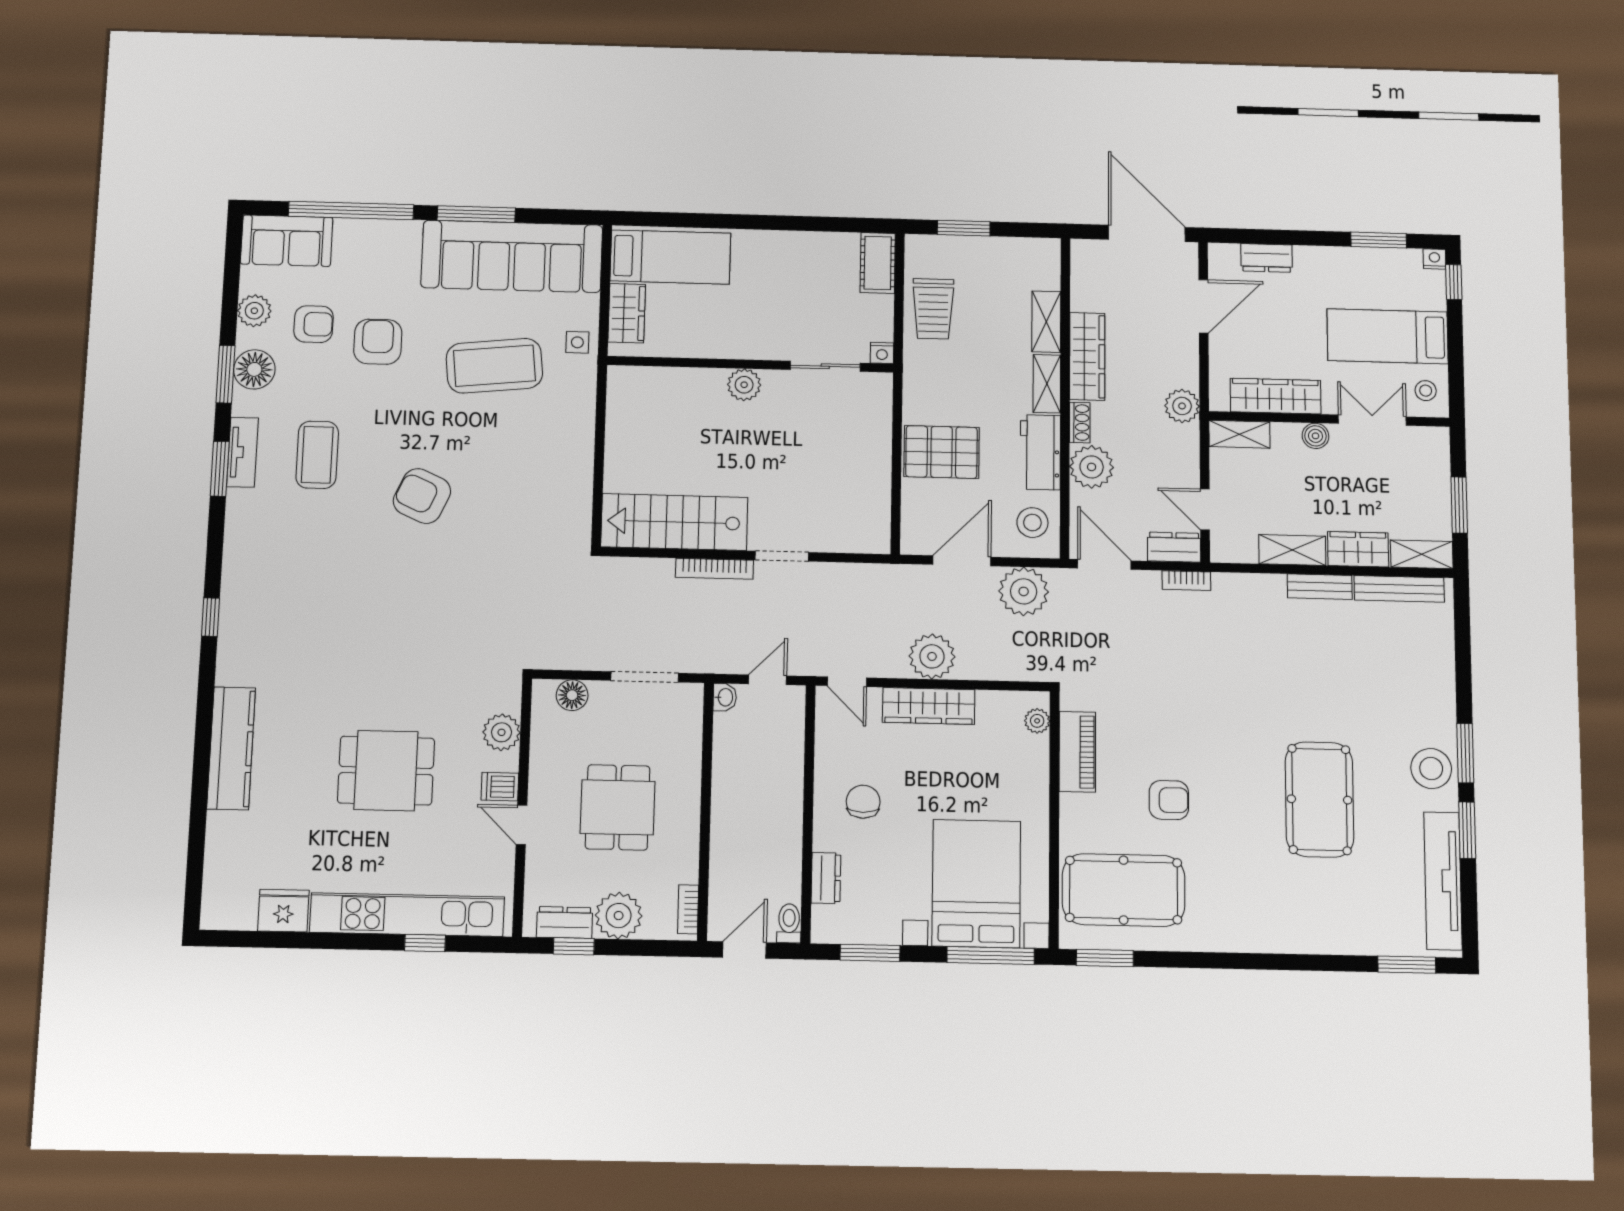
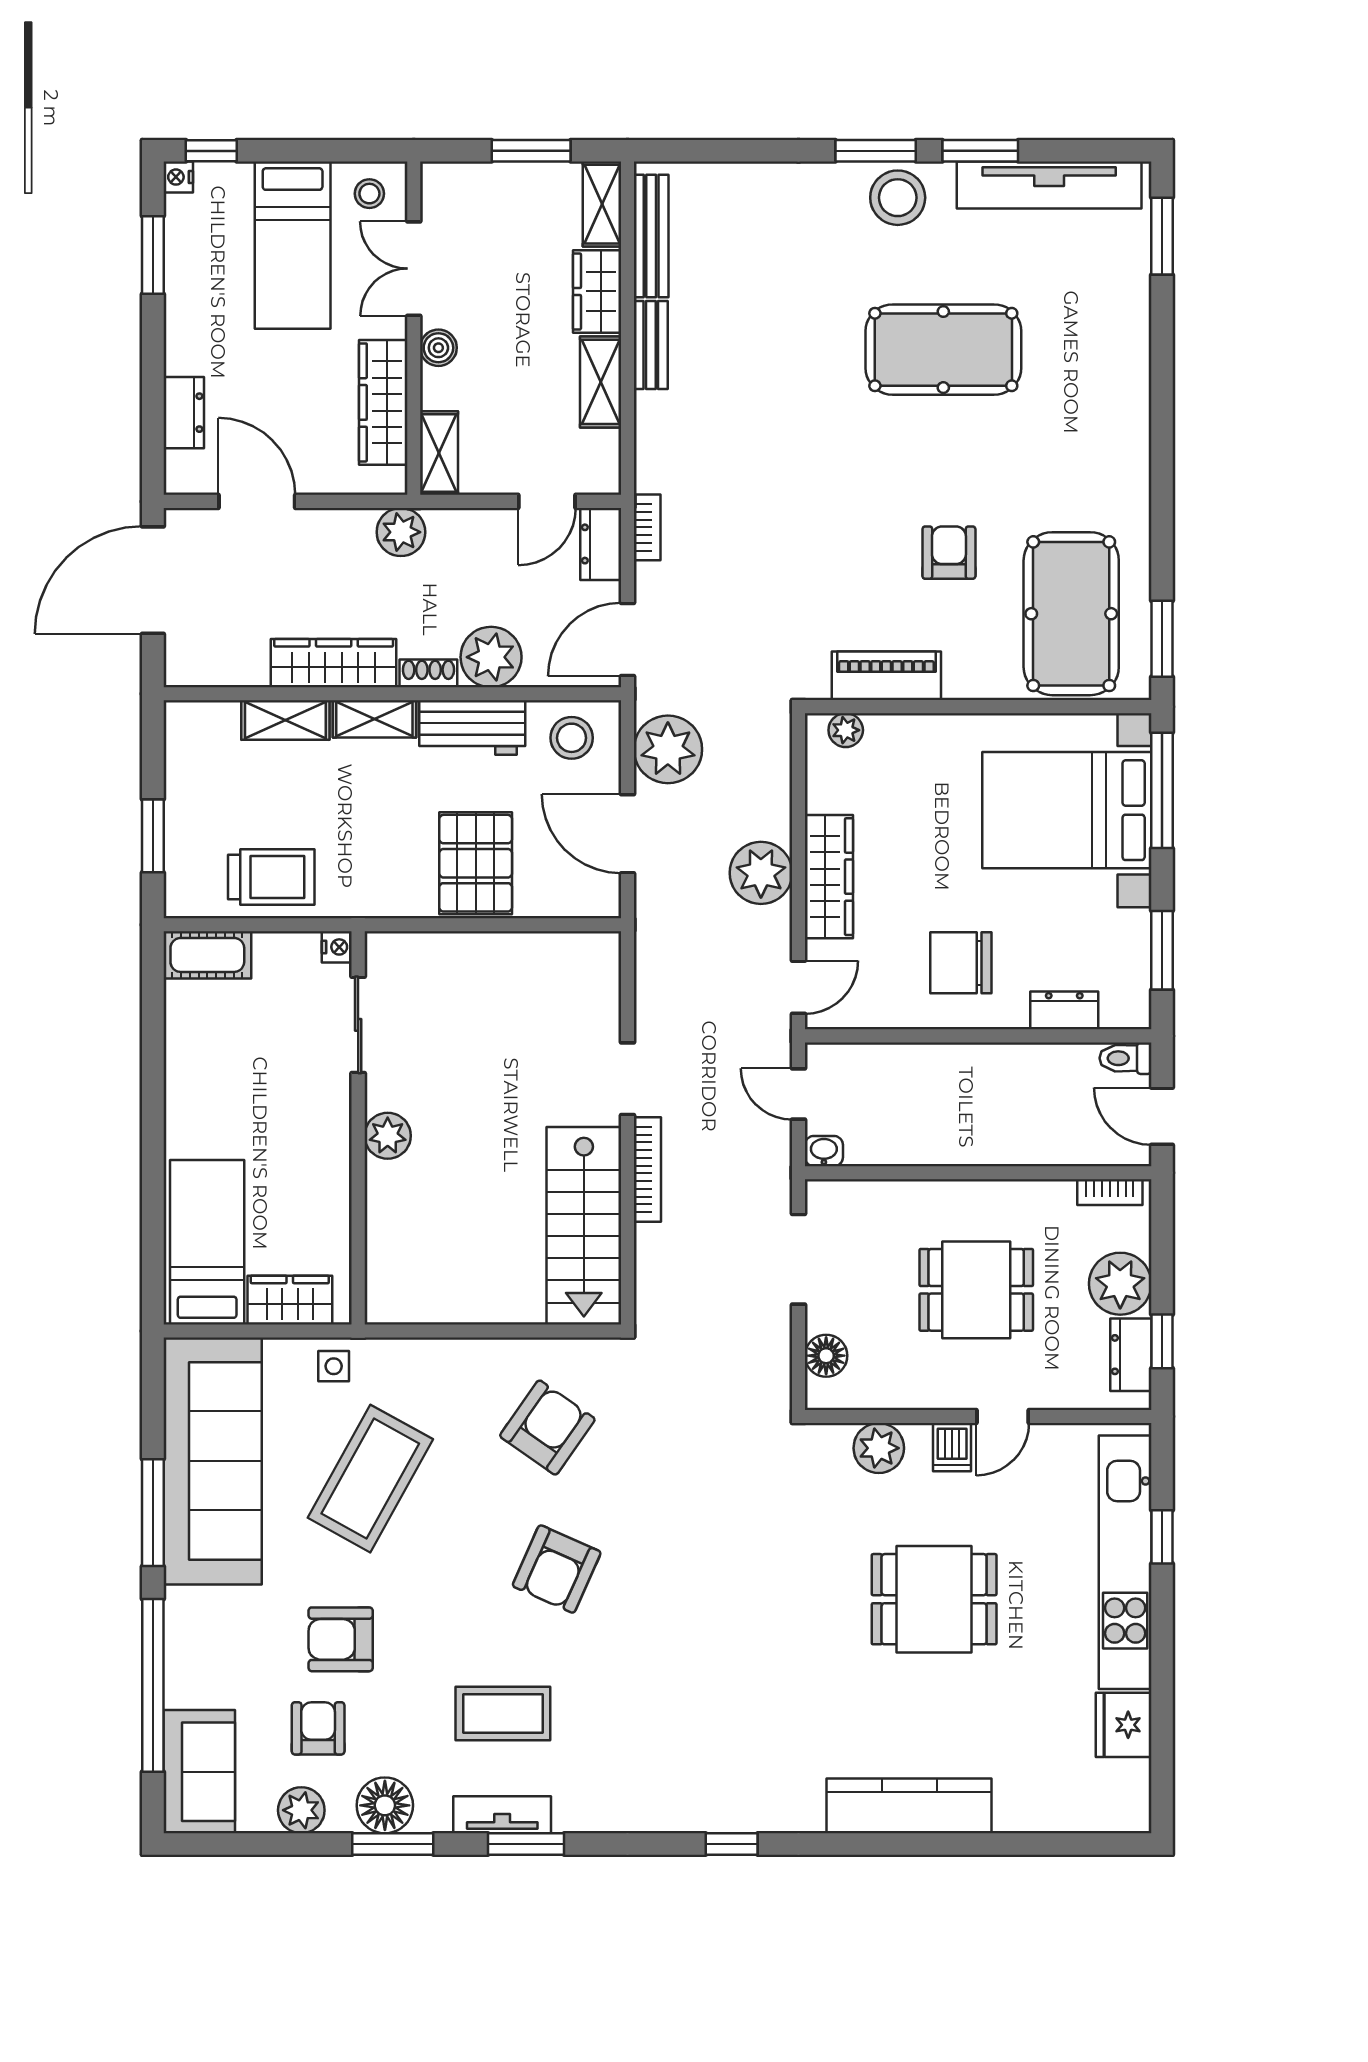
coffee table: (494, 366) -> (370, 1479), turned 35
armchair: (527, 492) -> (547, 1428), added
dining table: (386, 771) -> (934, 1599), turned 90
chair: (863, 802) -> (961, 963), width x1.37, depth x1.37

